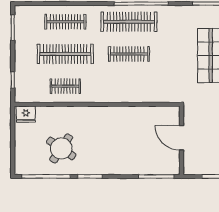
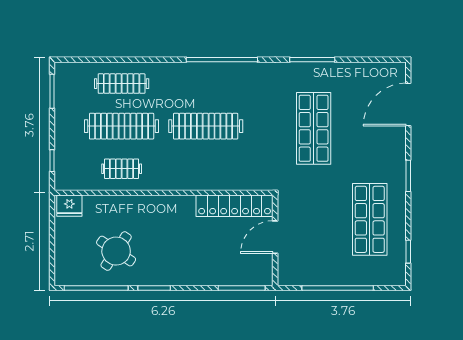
clothes rail: (129, 22) -> (206, 84), removed
clothes rail: (129, 54) -> (206, 126), width x1.37, depth x1.31
locker: (151, 114) -> (235, 206), added
door: (182, 138) -> (275, 237), hinge flipped

